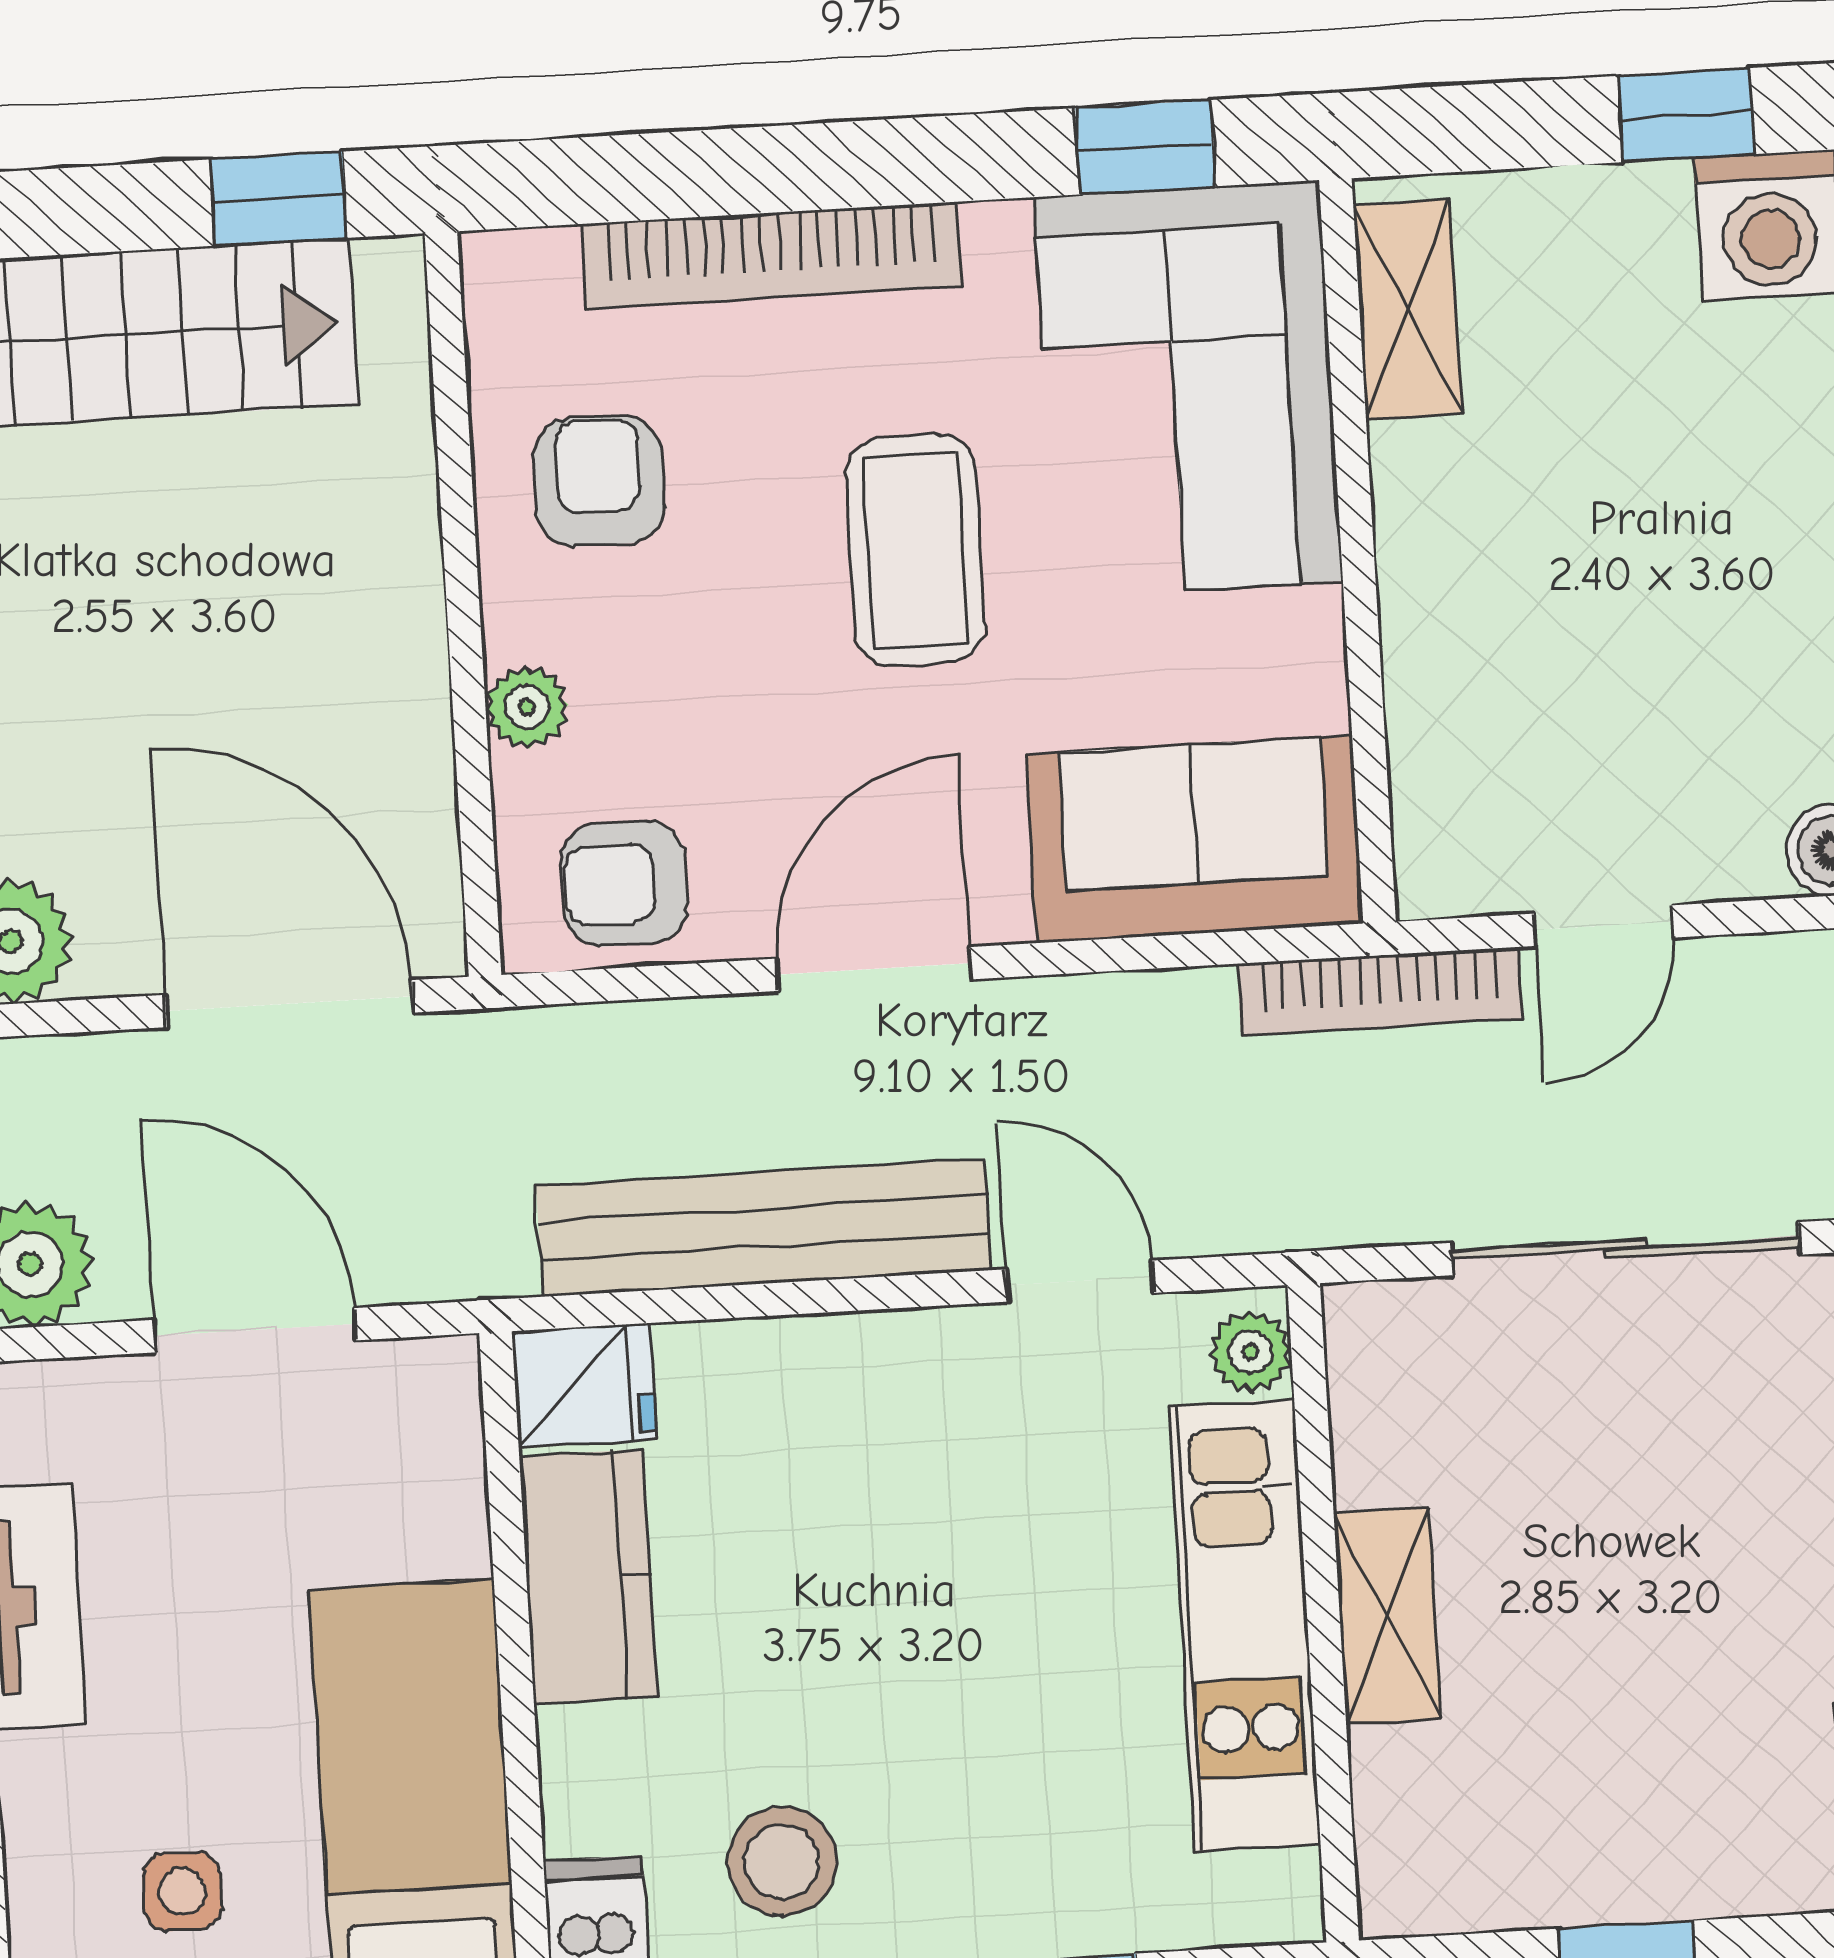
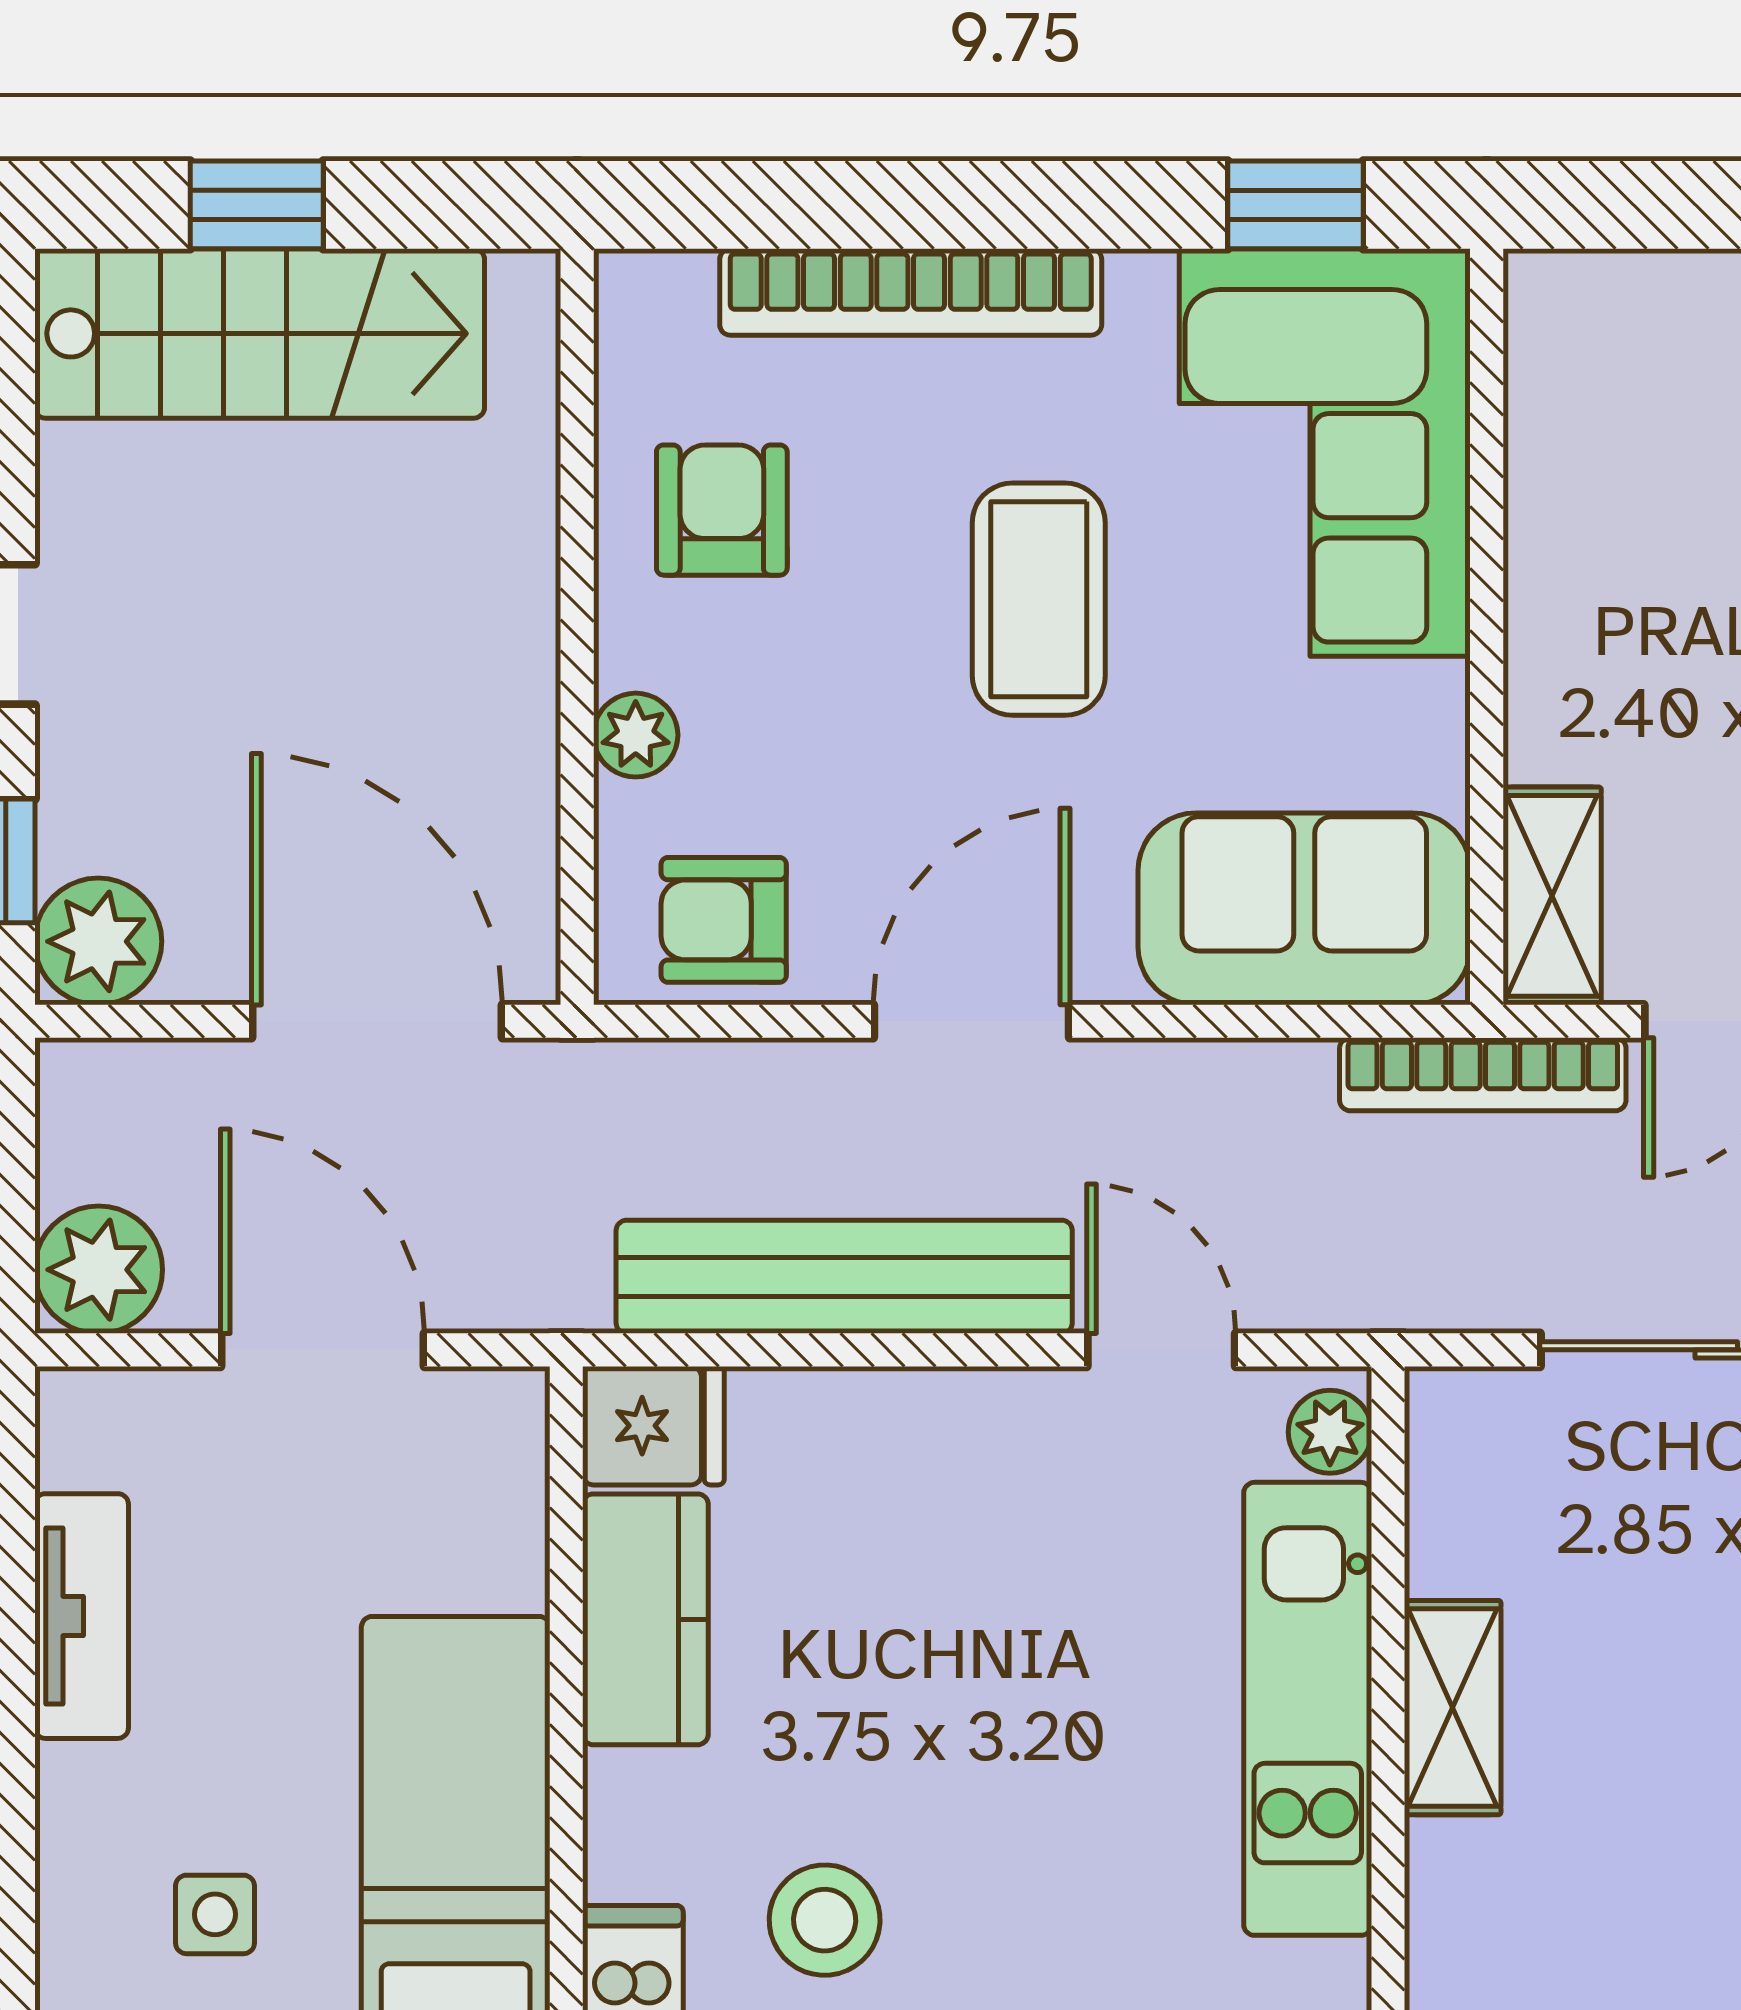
window: (279, 199) -> (257, 205), moved
shelving: (1408, 309) -> (1552, 896), moved

